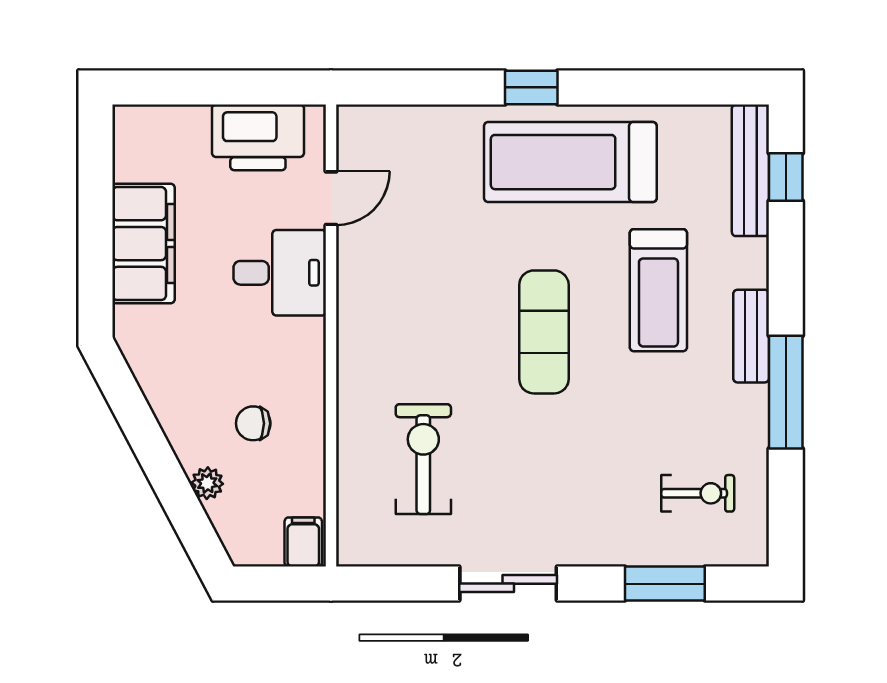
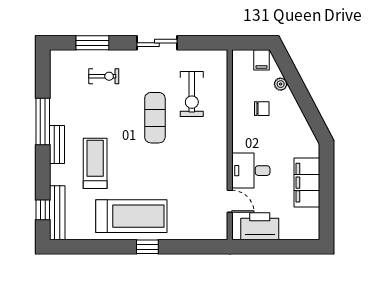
door: (331, 198) -> (230, 201), swing flipped
exercise mat: (544, 332) -> (155, 118), moved
exercise bike: (698, 493) -> (104, 76), moved, turned 180
filing cabinet: (303, 542) -> (261, 60), moved

